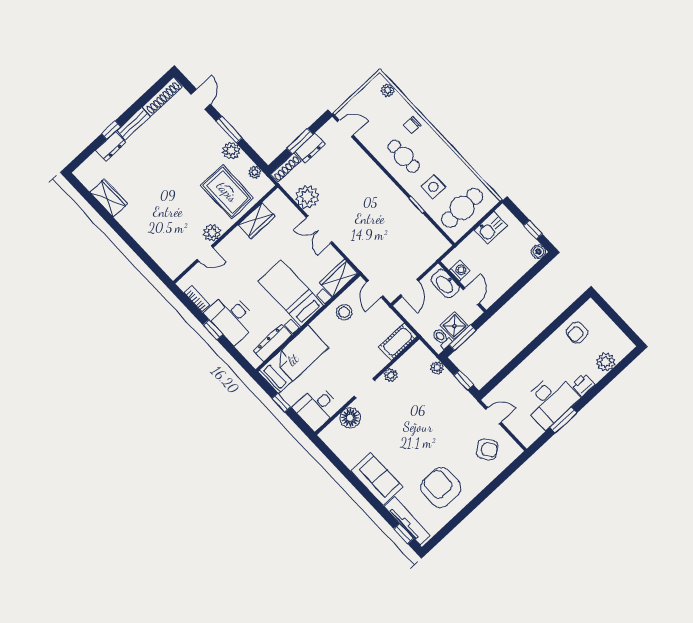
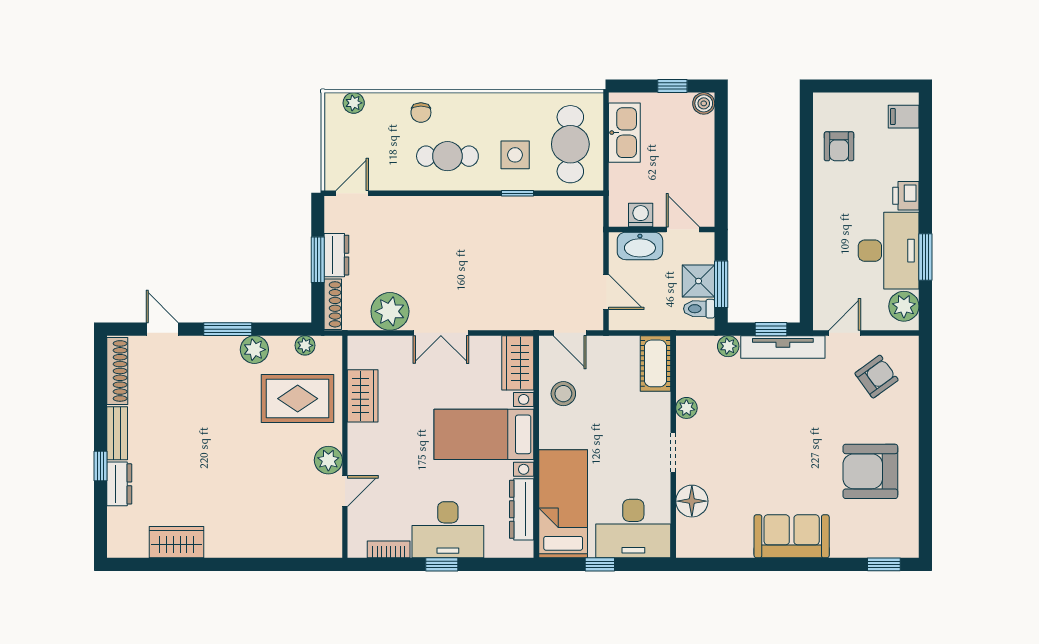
kitchen sink: (491, 228) -> (624, 133), width x1.38
filing cabinet: (619, 350) -> (904, 117), added
plant: (606, 362) -> (904, 306), moved
desk: (316, 407) -> (633, 529), width x1.37
tv unit: (407, 521) -> (783, 347), moved, turned 180

